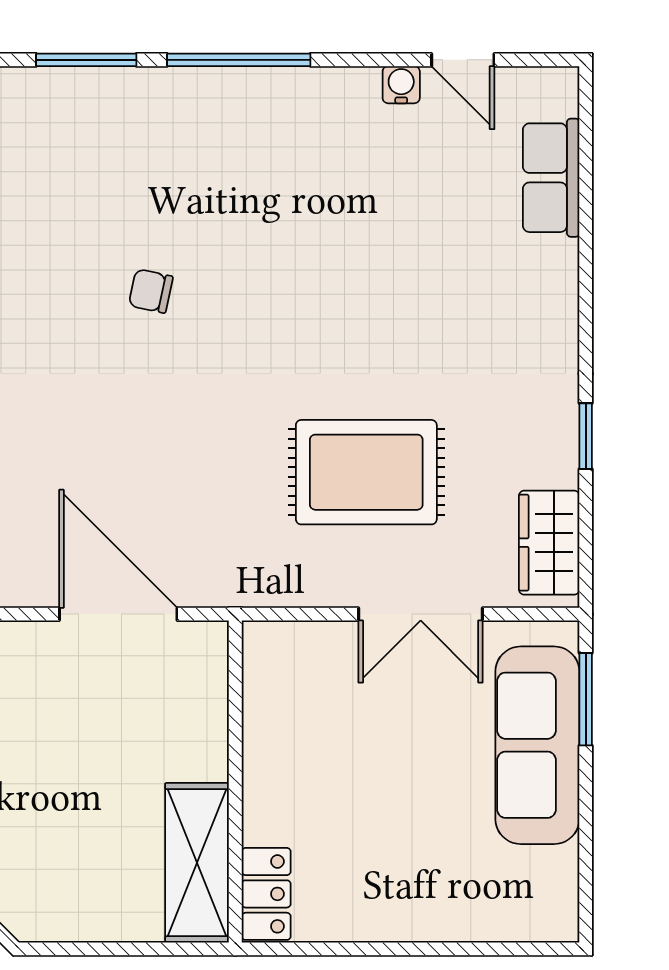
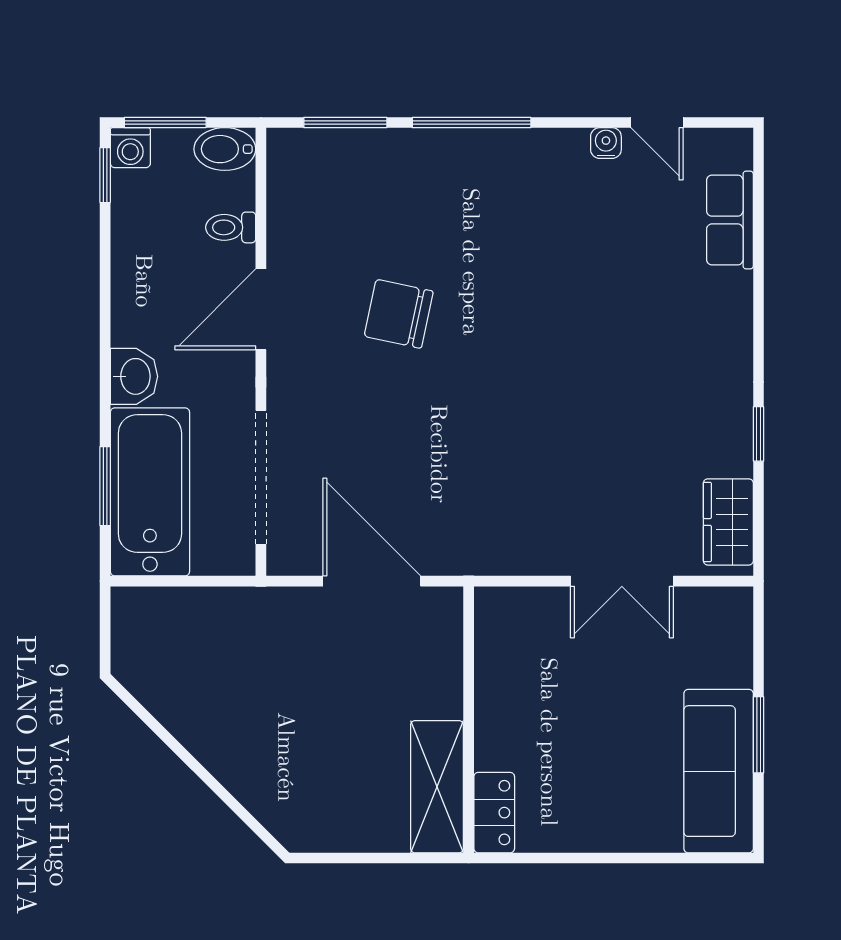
chair: (151, 291) -> (399, 314), width x1.87, depth x1.87
rug: (366, 472) -> (577, 464), removed
window: (586, 699) -> (759, 735), moved
sofa: (537, 745) -> (719, 771), moved

